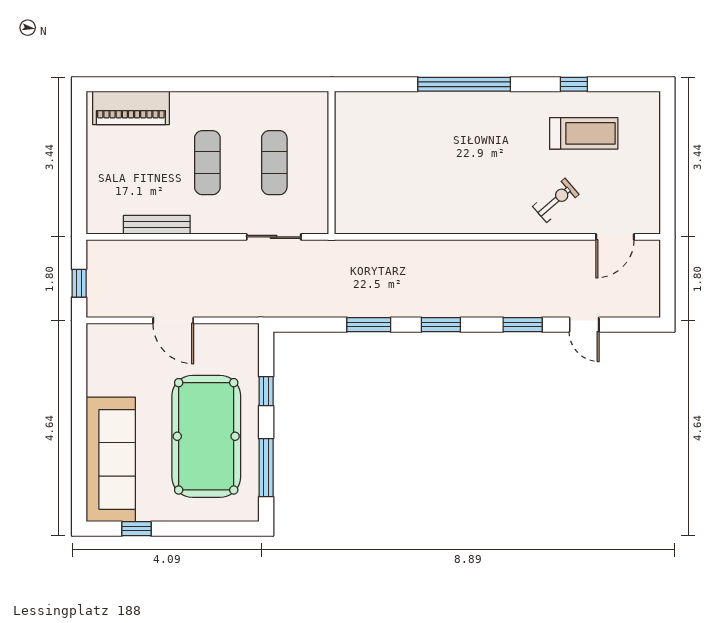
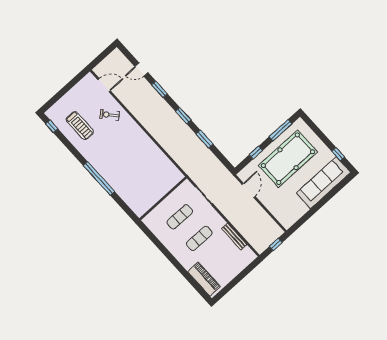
window: (574, 84) -> (52, 126), moved
treadmill: (584, 133) -> (80, 126), turned 180
door: (173, 320) -> (249, 190), moved
door: (584, 325) -> (141, 69), swing flipped

